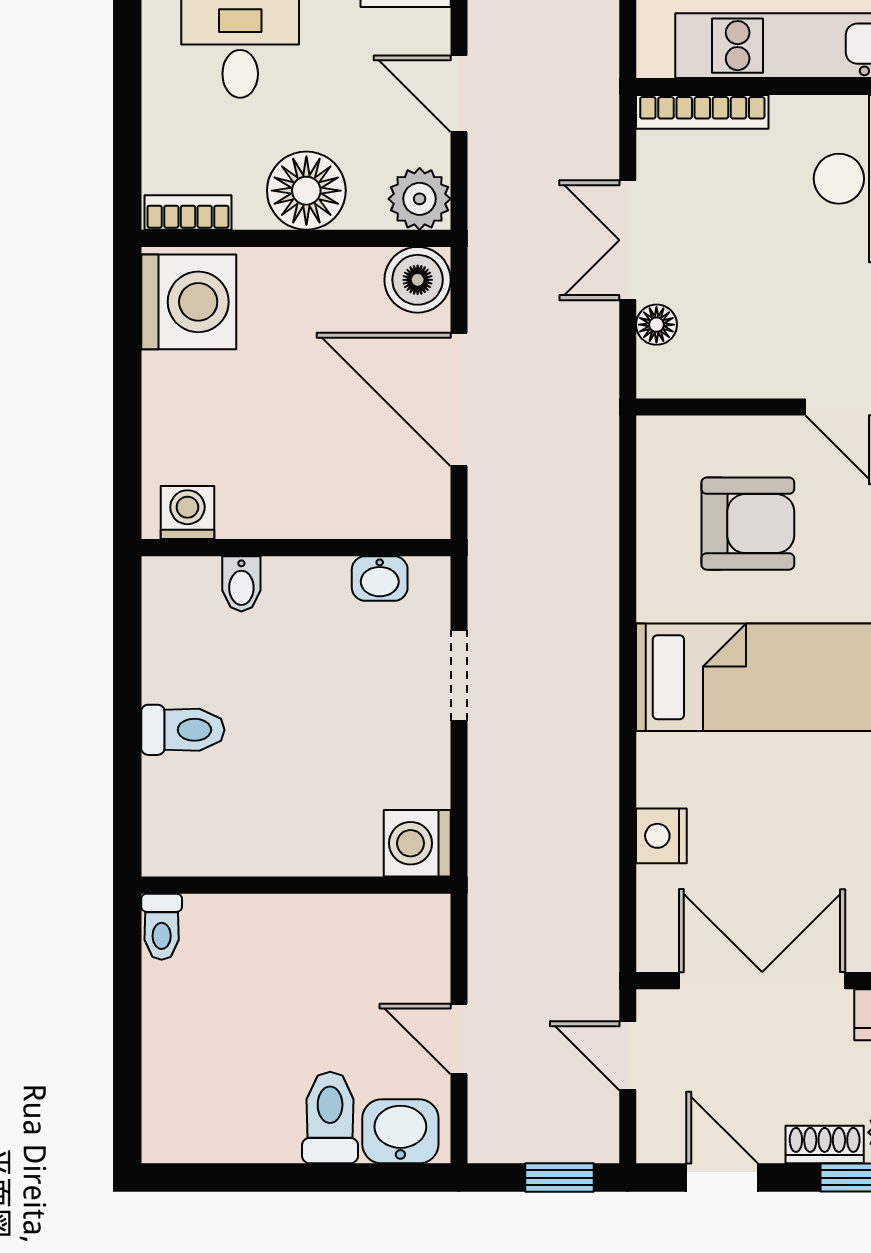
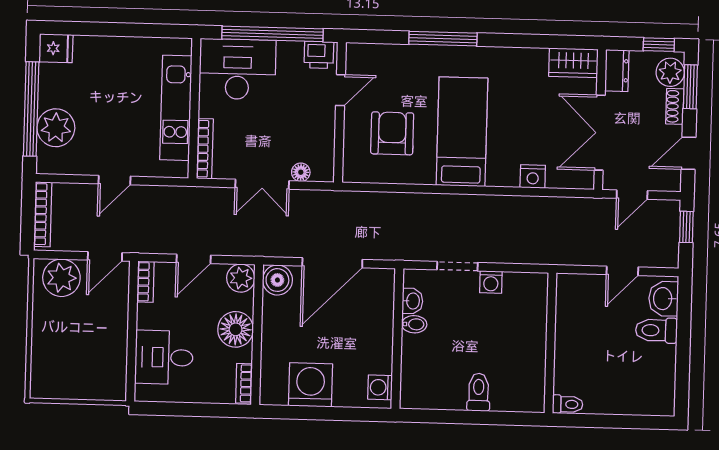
washing machine: (189, 302) -> (310, 385), moved
bidet: (241, 584) -> (414, 324), moved
washing machine: (417, 843) -> (491, 282), moved, width x0.73, depth x0.73

